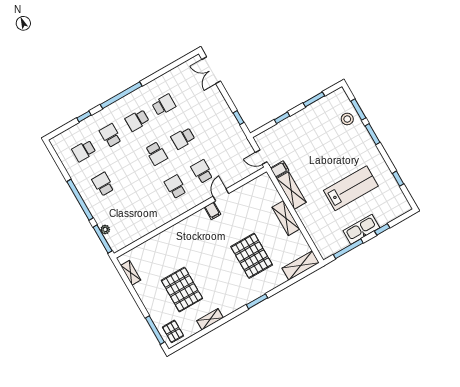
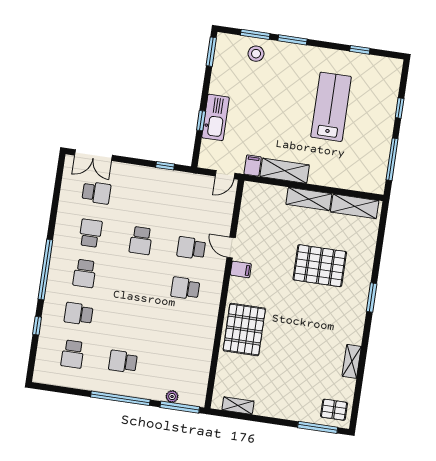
window: (314, 99) -> (211, 52), moved
school desk: (156, 154) -> (96, 193), moved
kitchen sink: (361, 229) -> (215, 117), moved, turned 180
shelving: (301, 265) -> (355, 206), moved, turned 90
pallet: (182, 289) -> (244, 330), moved, turned 90

